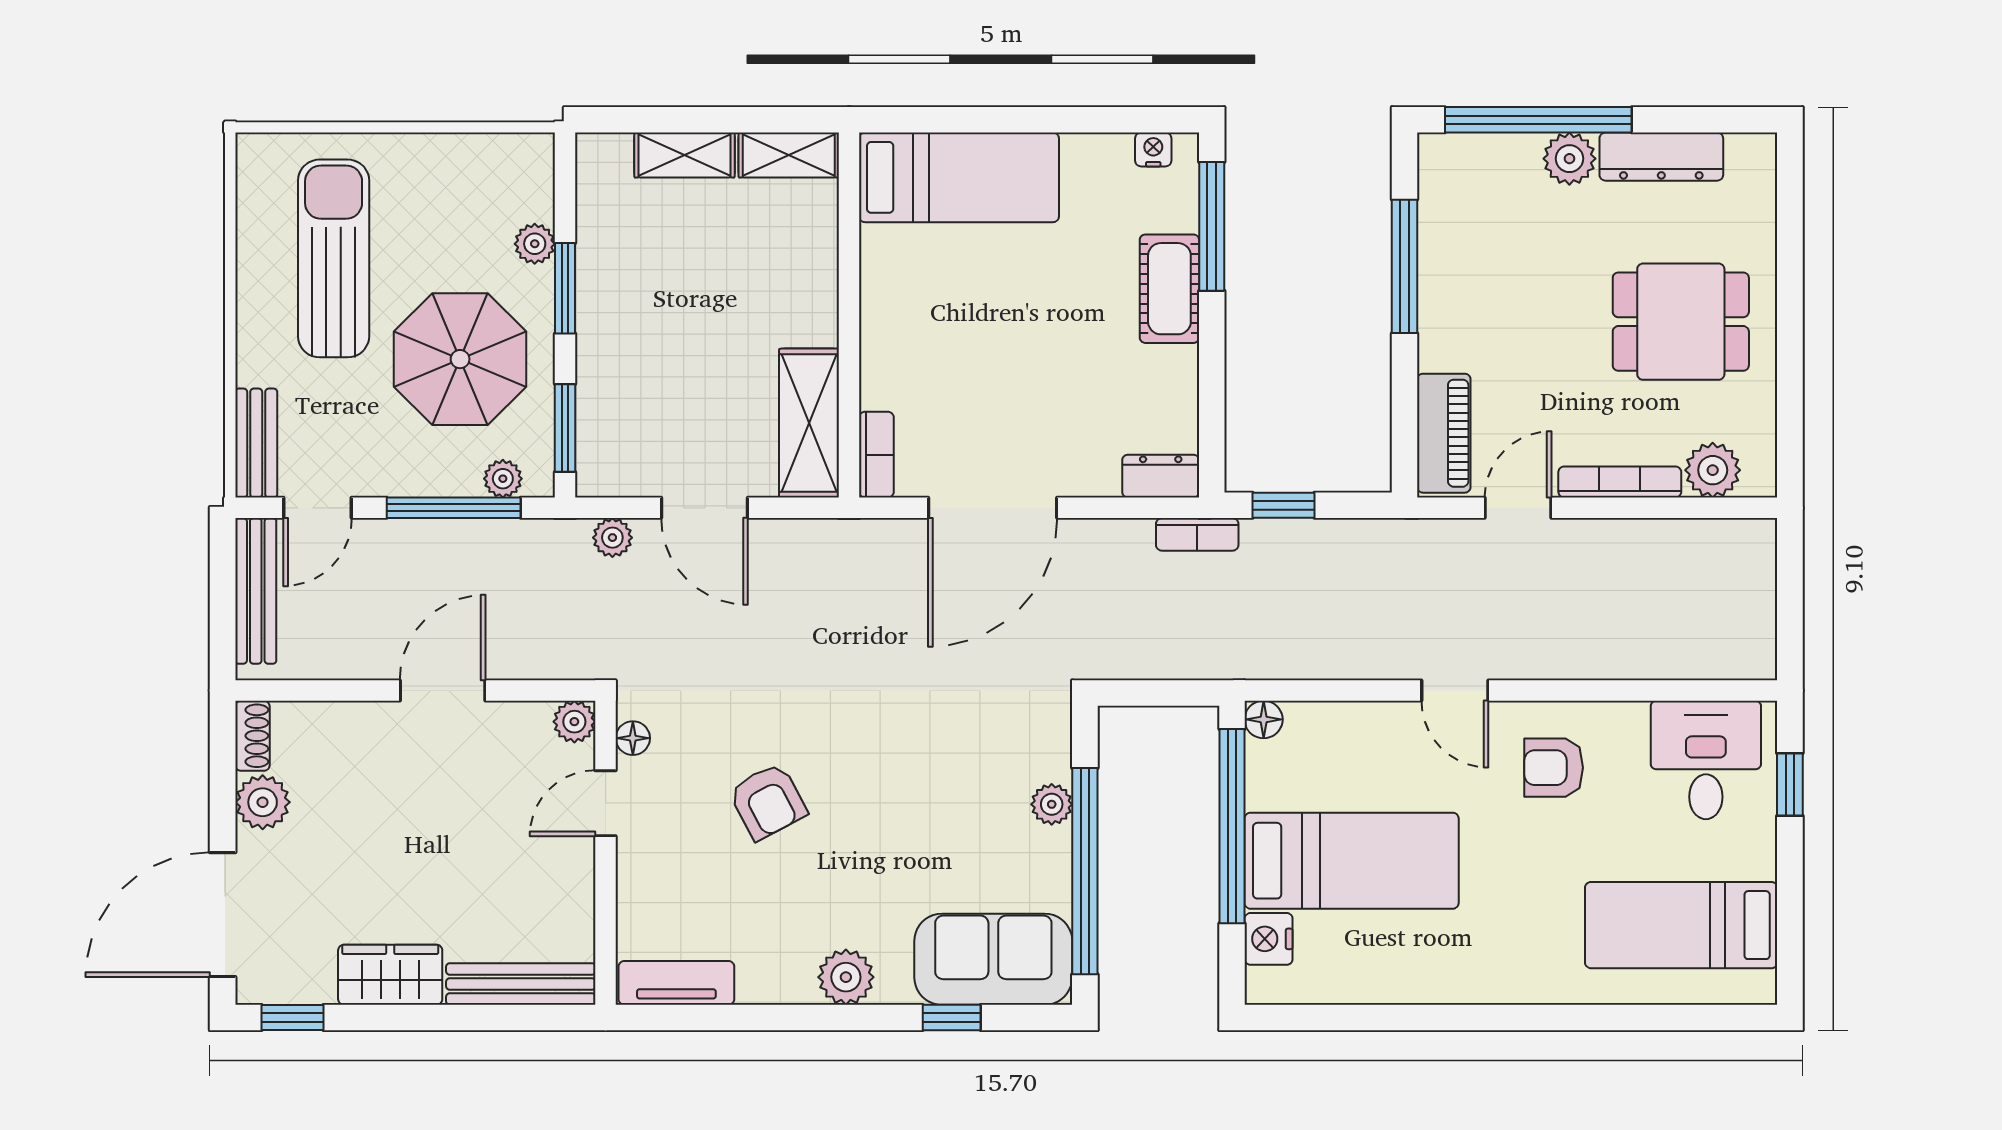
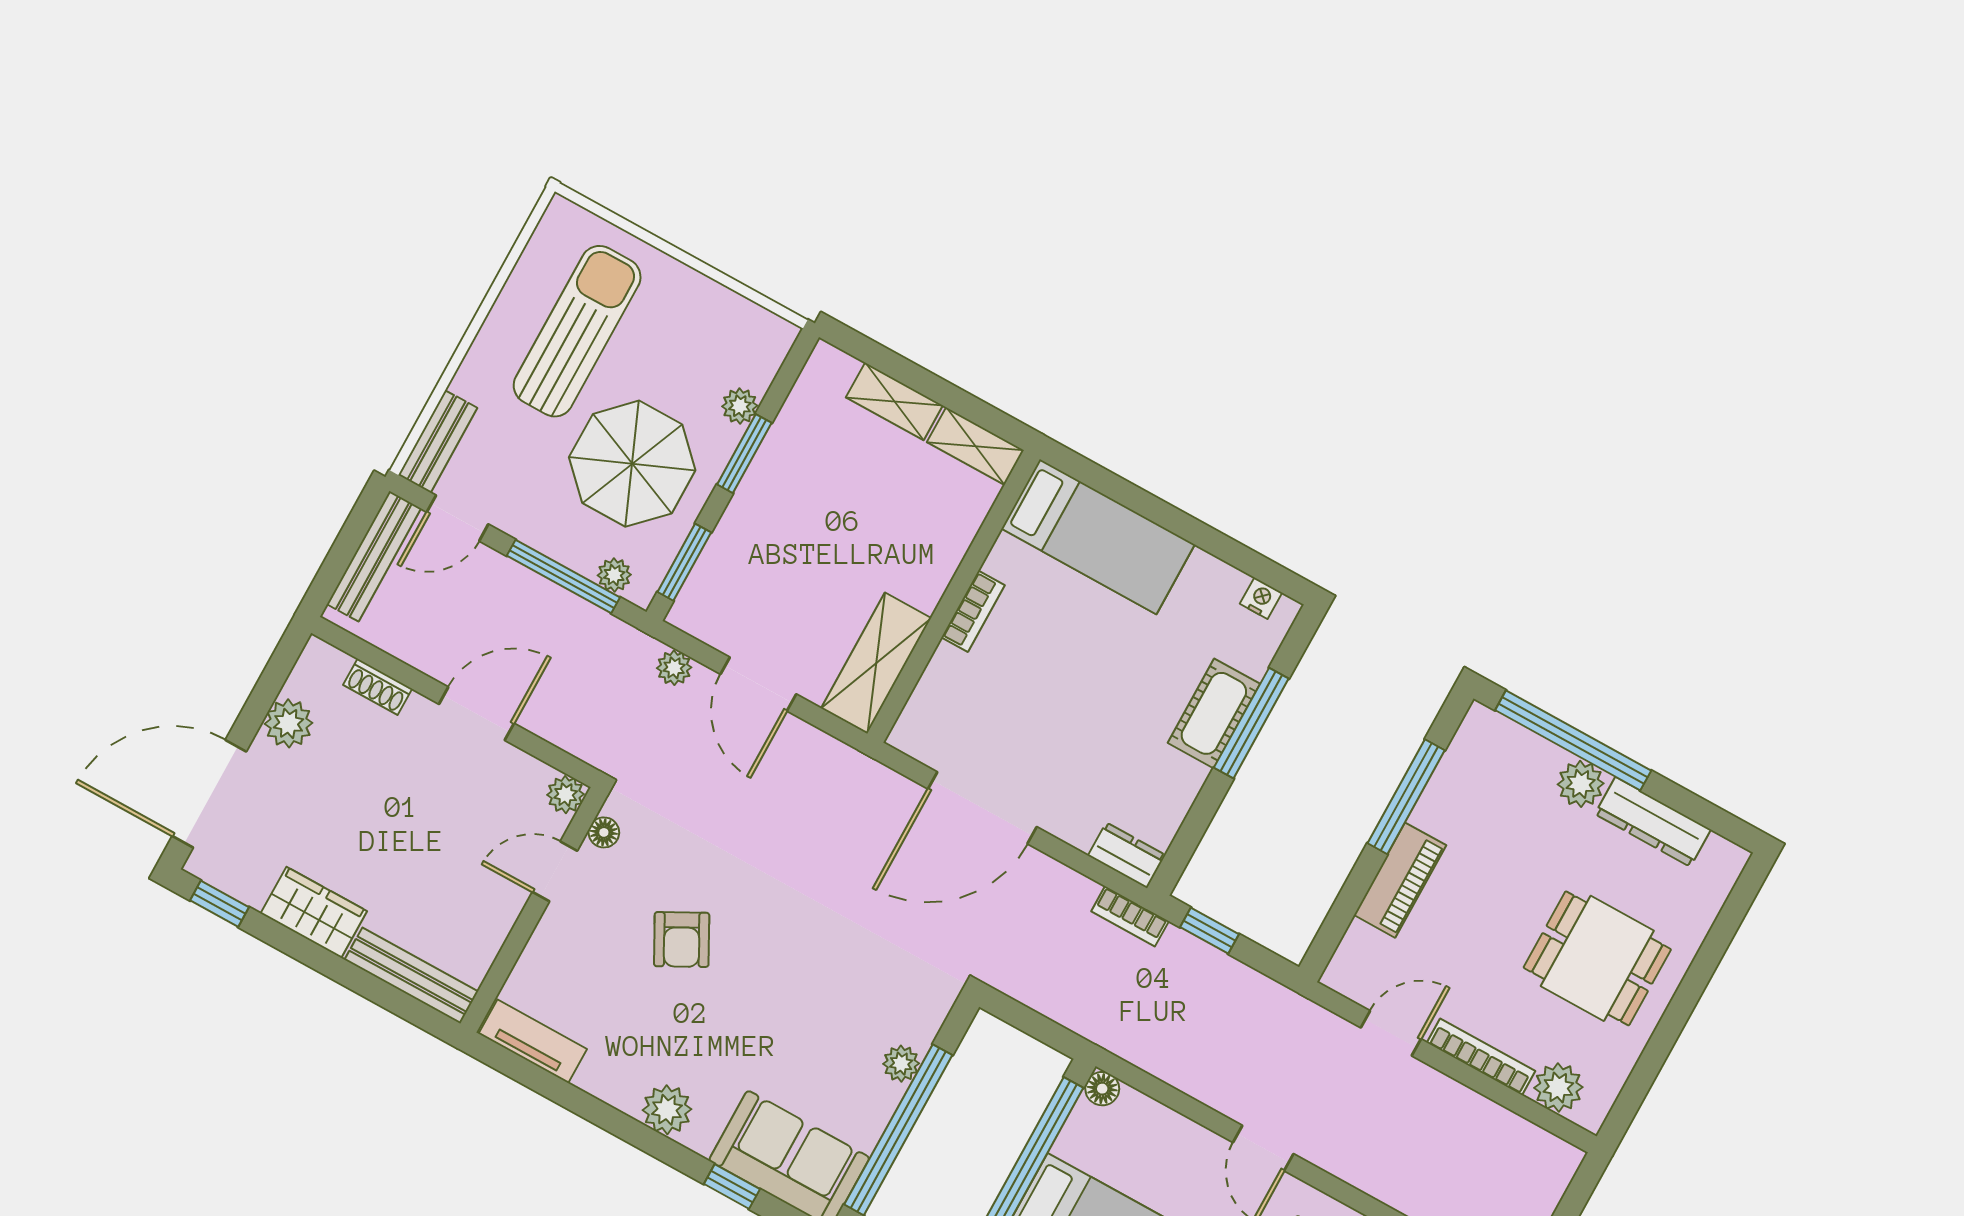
window: (1212, 226) -> (1251, 723), moved
piano: (1444, 433) -> (1400, 880), moved
bookcase: (876, 455) -> (973, 611), moved
shoe rack: (252, 736) -> (378, 687), moved, turned 90

